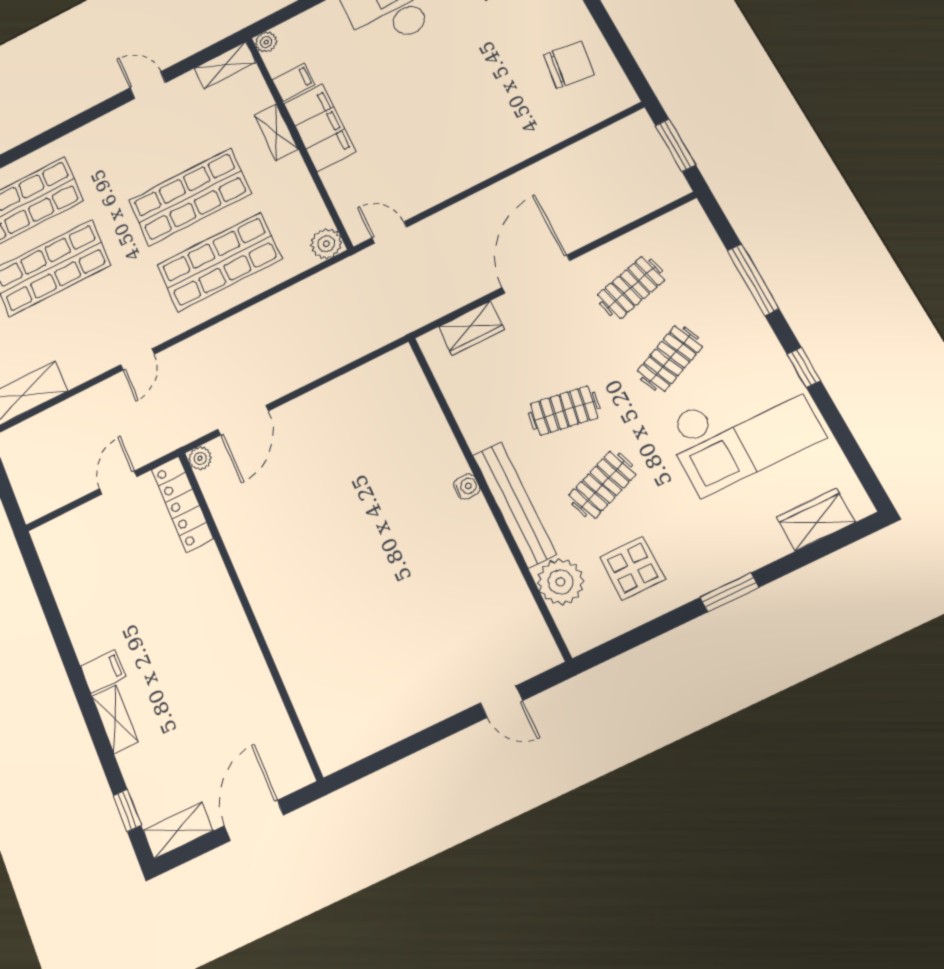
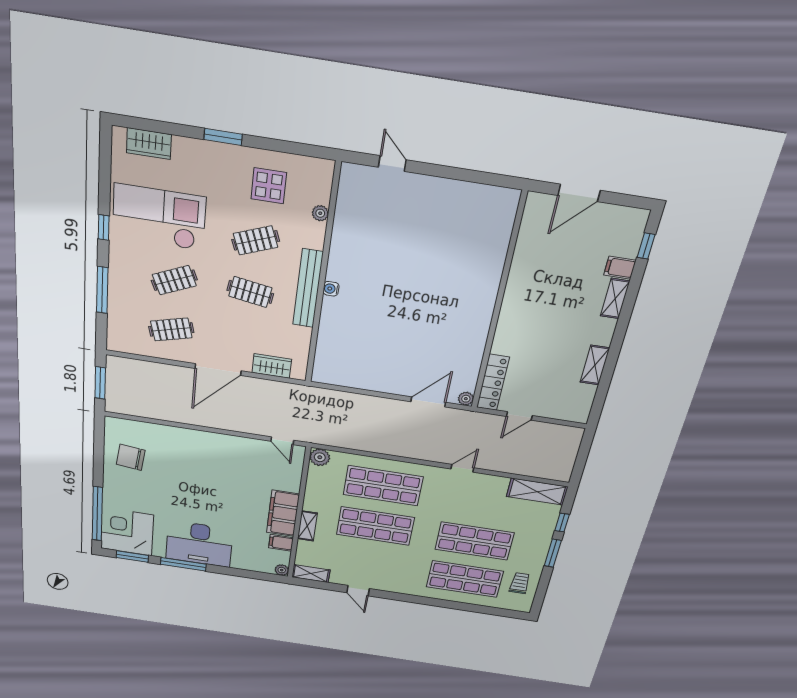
bench: (514, 505) -> (308, 288), moved
plant: (561, 582) -> (320, 213), width x0.53, depth x0.53
filing cabinet: (103, 672) -> (620, 268), moved
shelving: (178, 830) -> (595, 365), moved, turned 90

